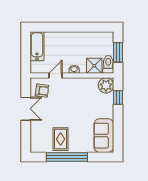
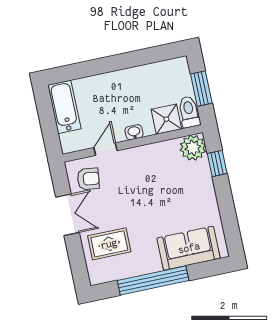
sofa: (104, 136) -> (189, 248), moved, turned 90
rug: (61, 139) -> (109, 244), moved, turned 90

